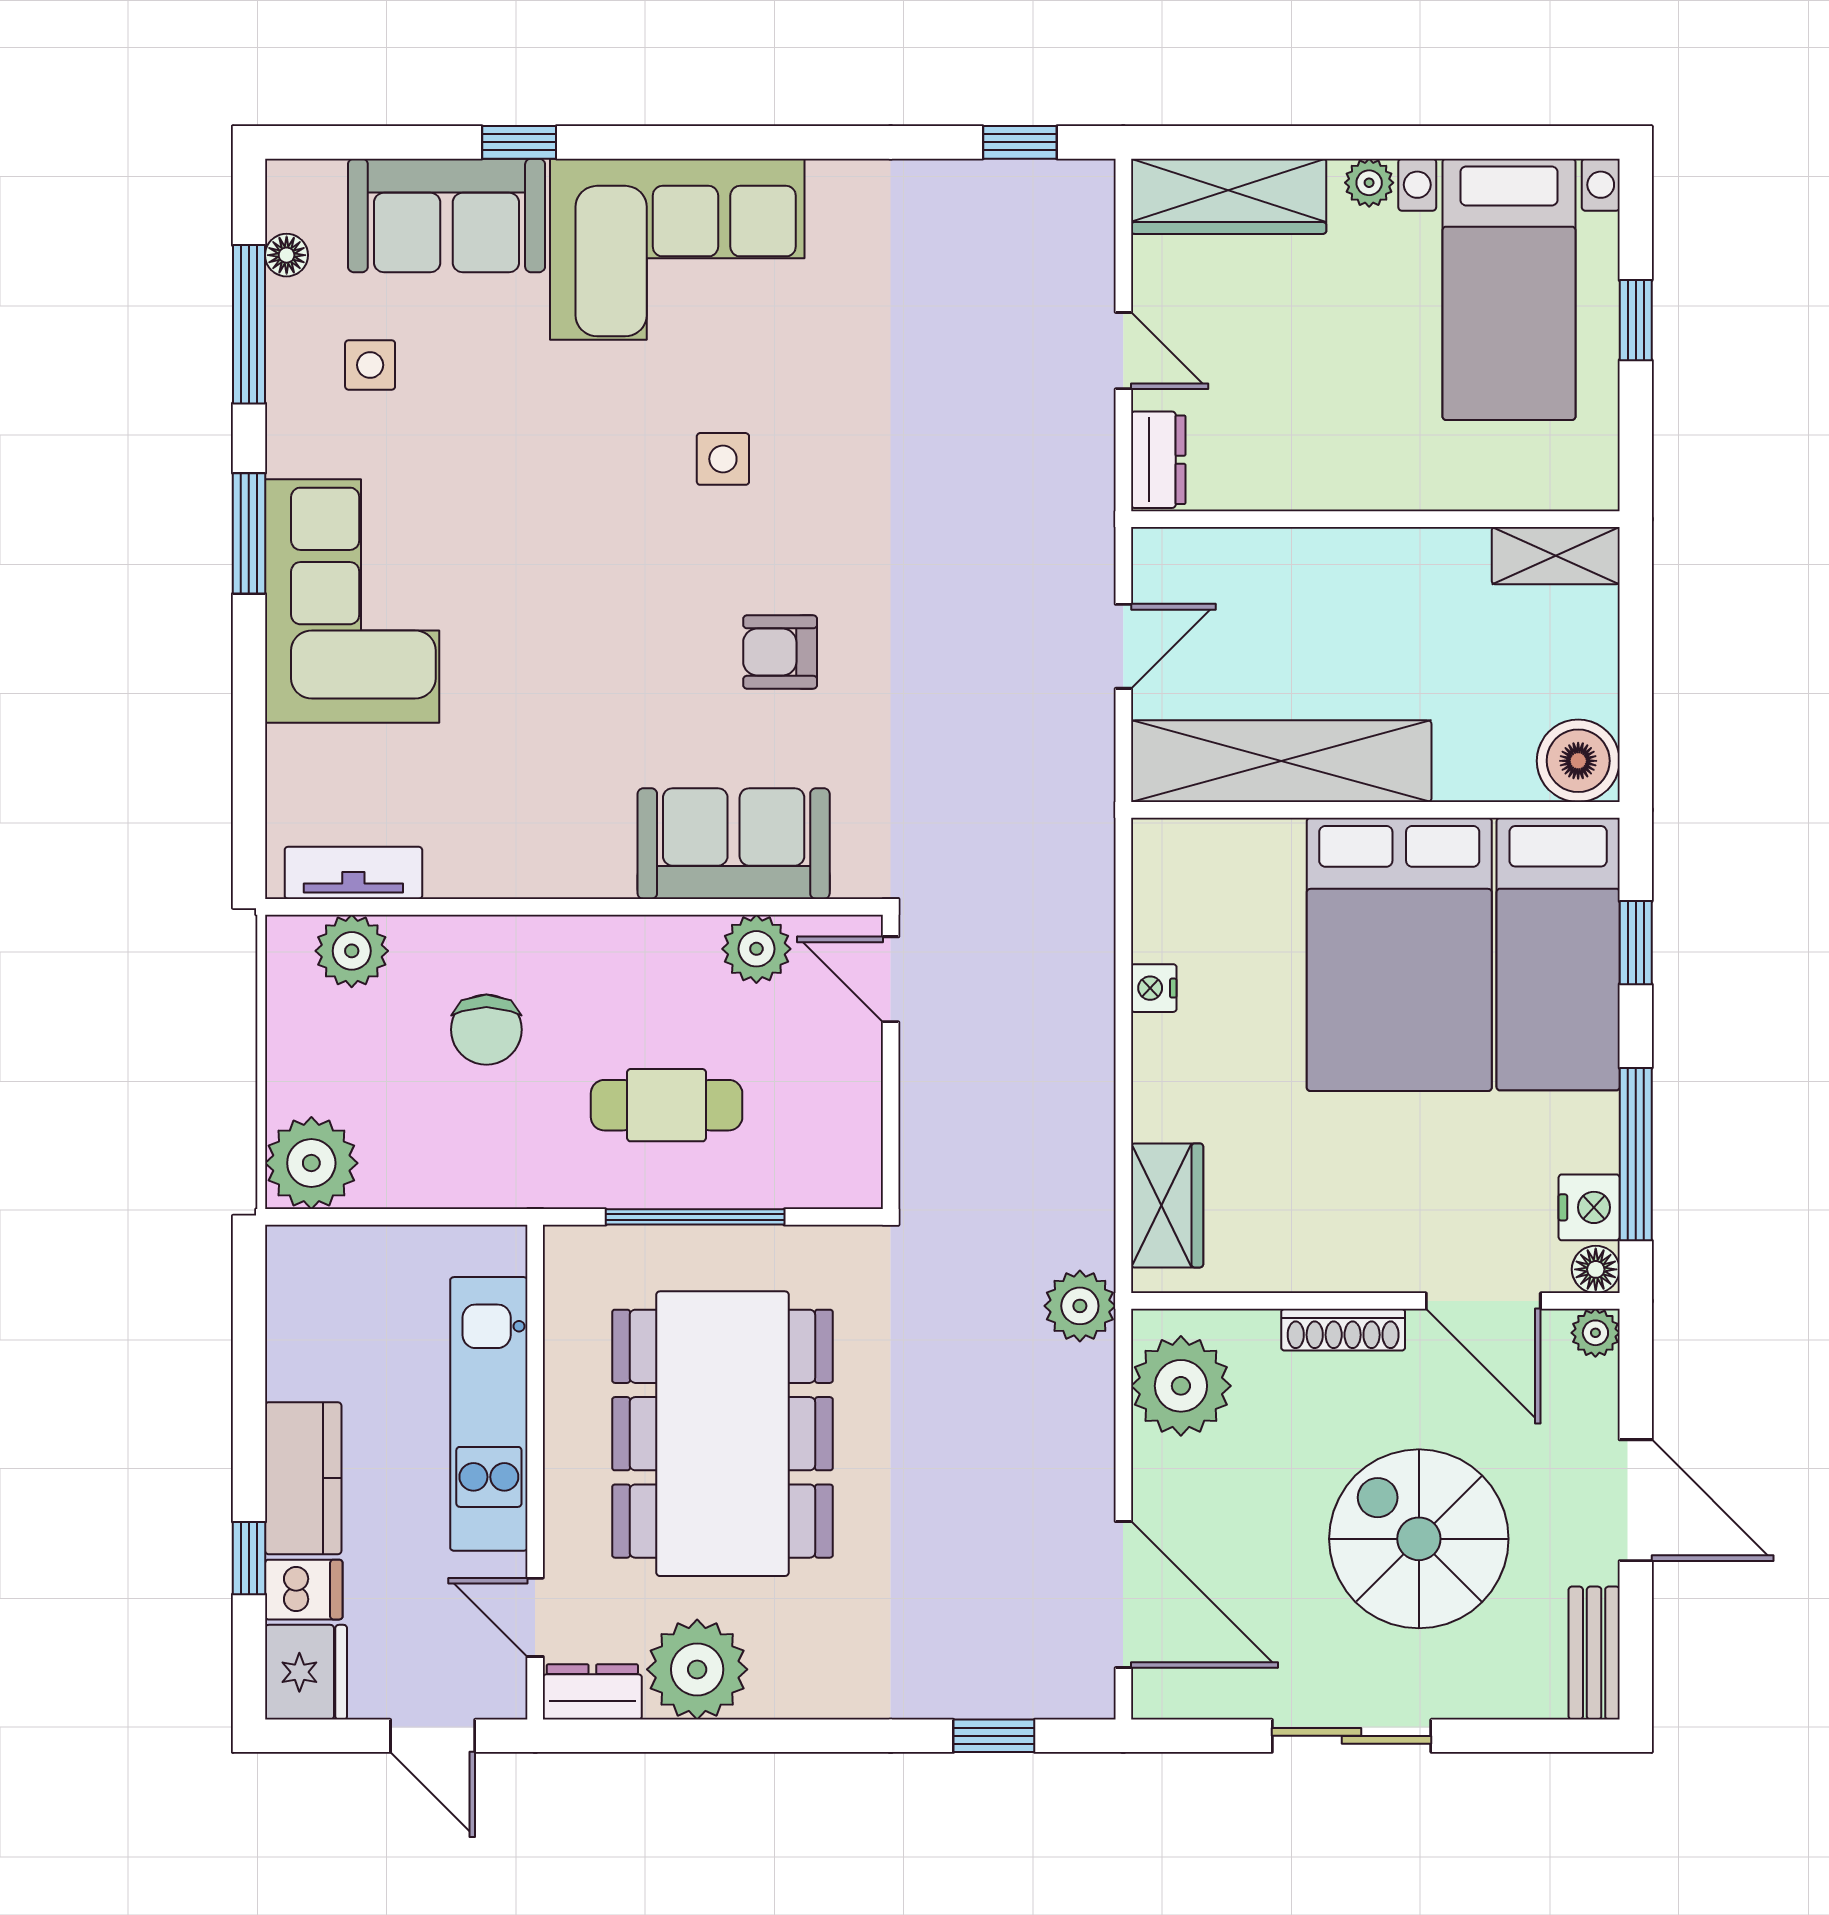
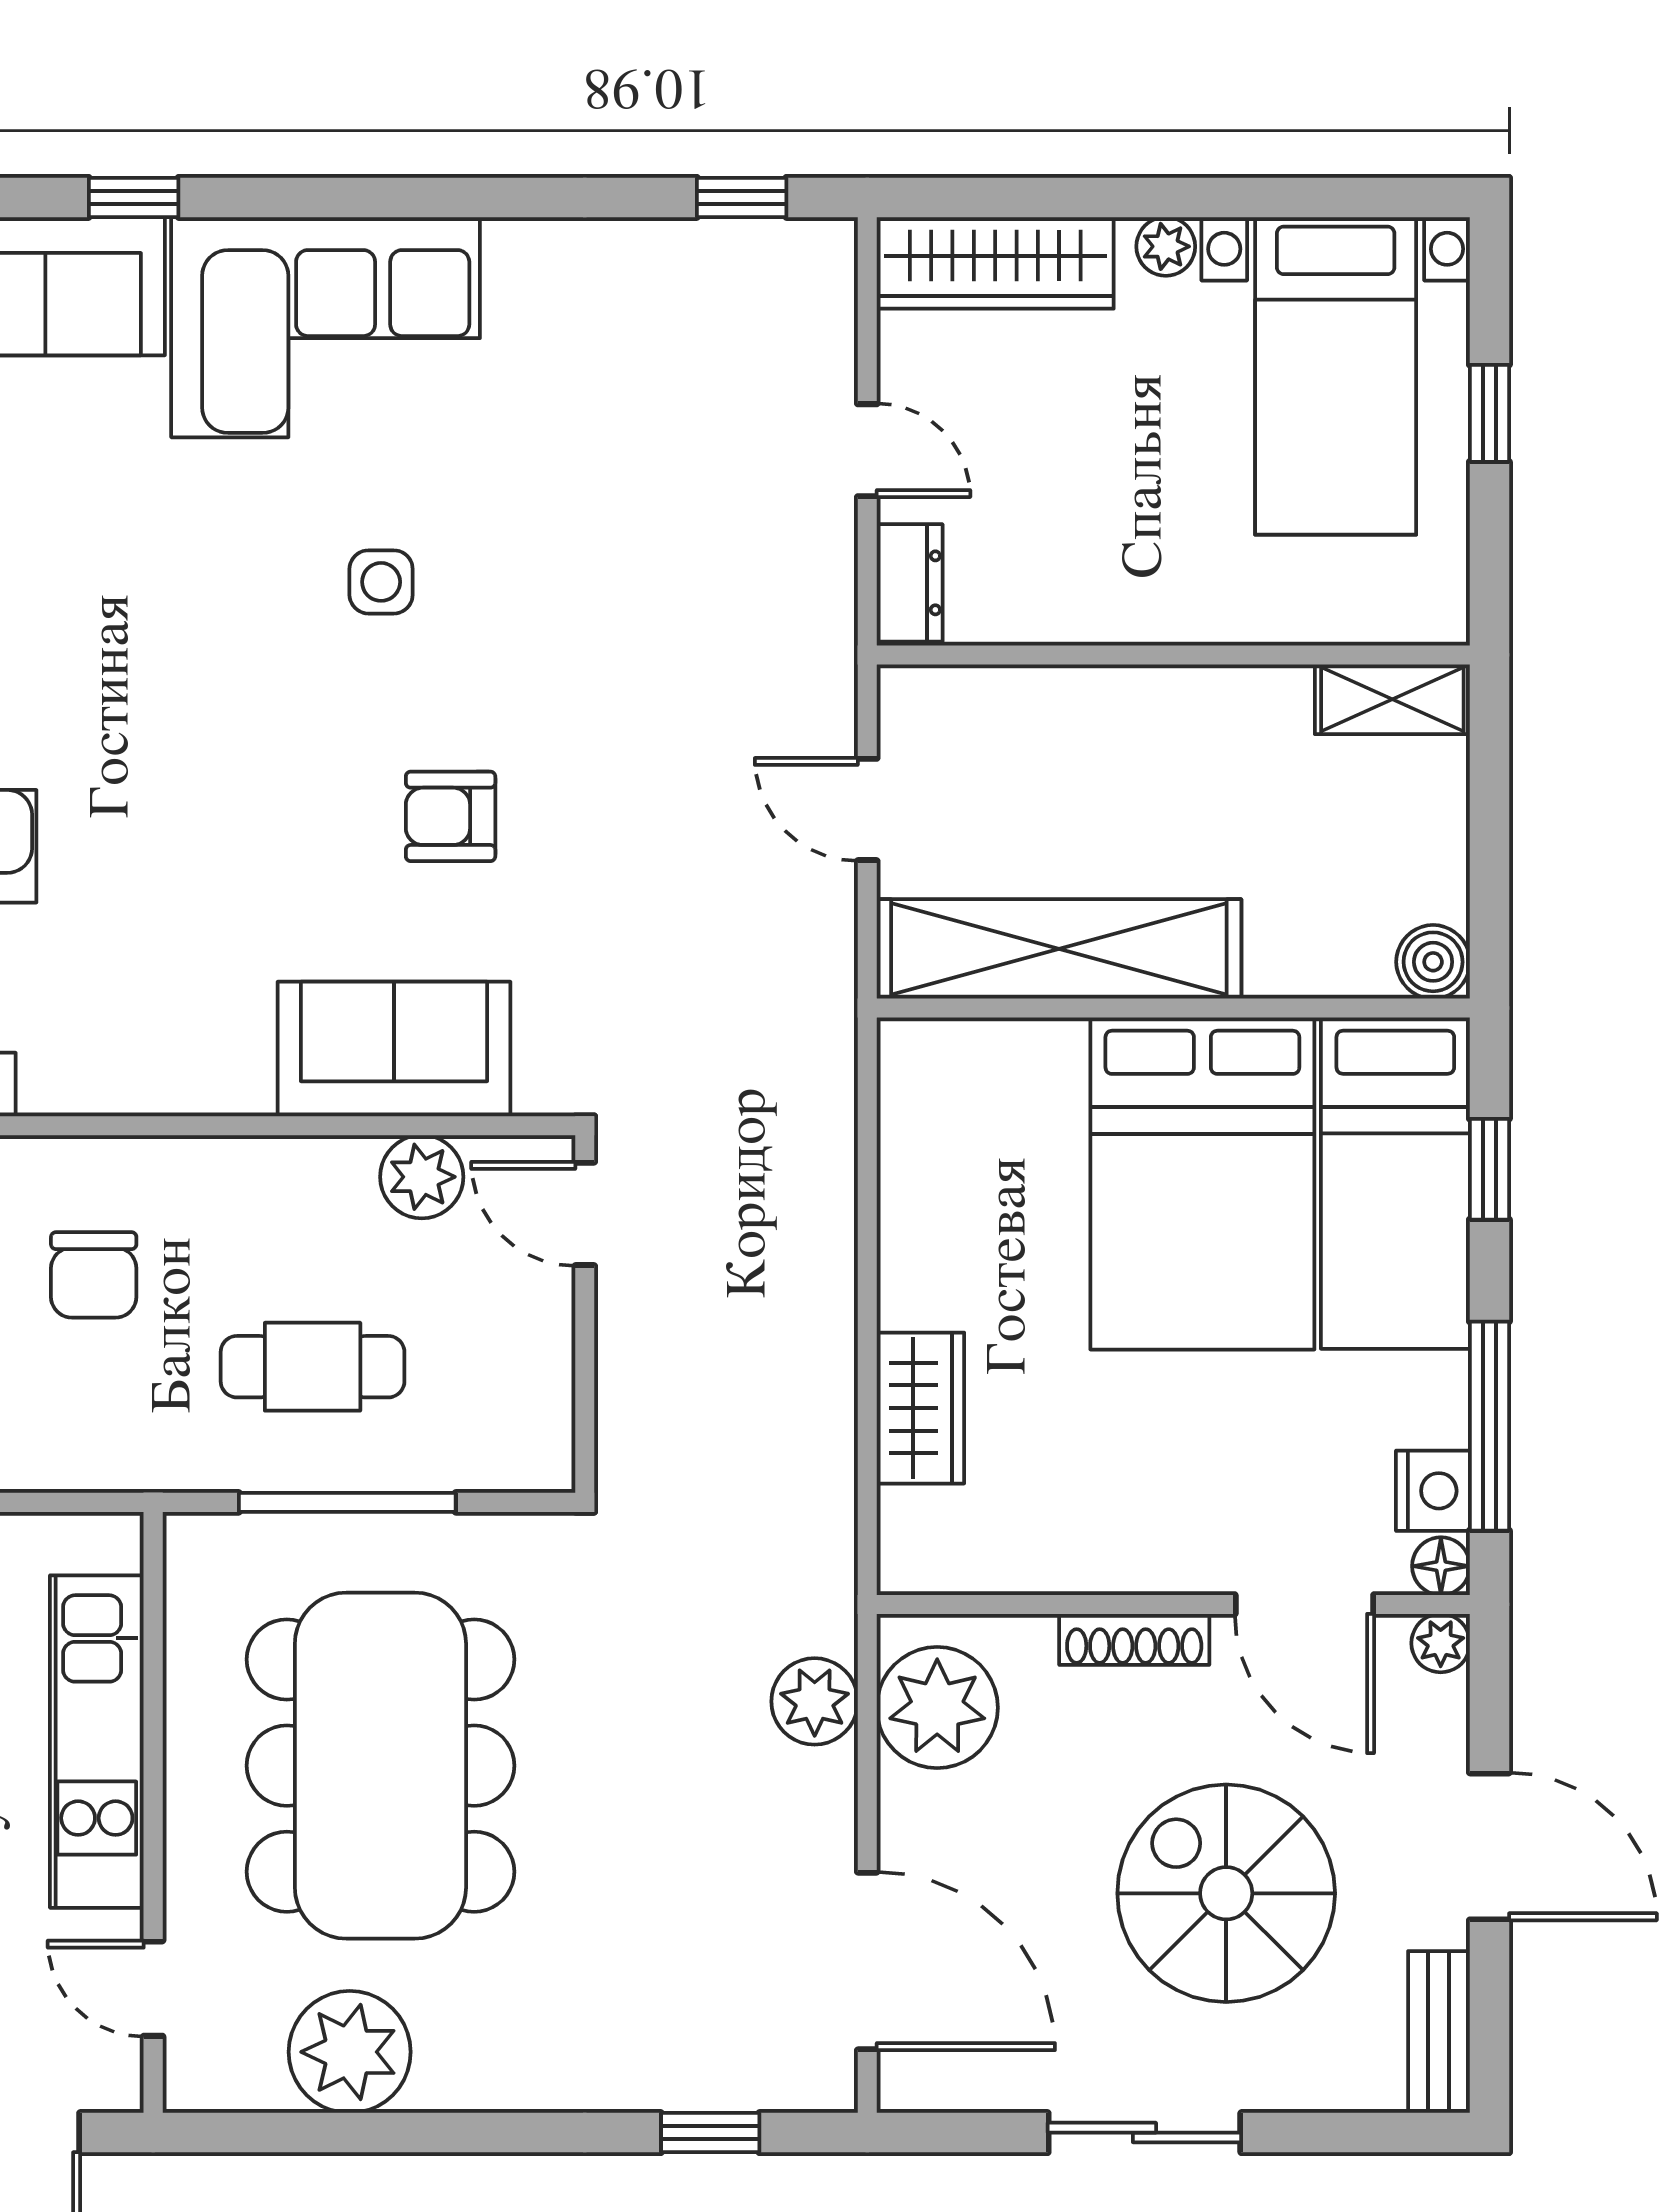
door: (1123, 646) -> (867, 809), swing flipped
boiler: (1578, 761) -> (1433, 962), width x0.73, depth x0.73
nightstand: (1154, 988) -> (904, 1224), removed
wardrobe: (1167, 1205) -> (920, 1408), moved
plant: (1080, 1306) -> (815, 1701), moved
dresser: (592, 1692) -> (222, 2079), removed

